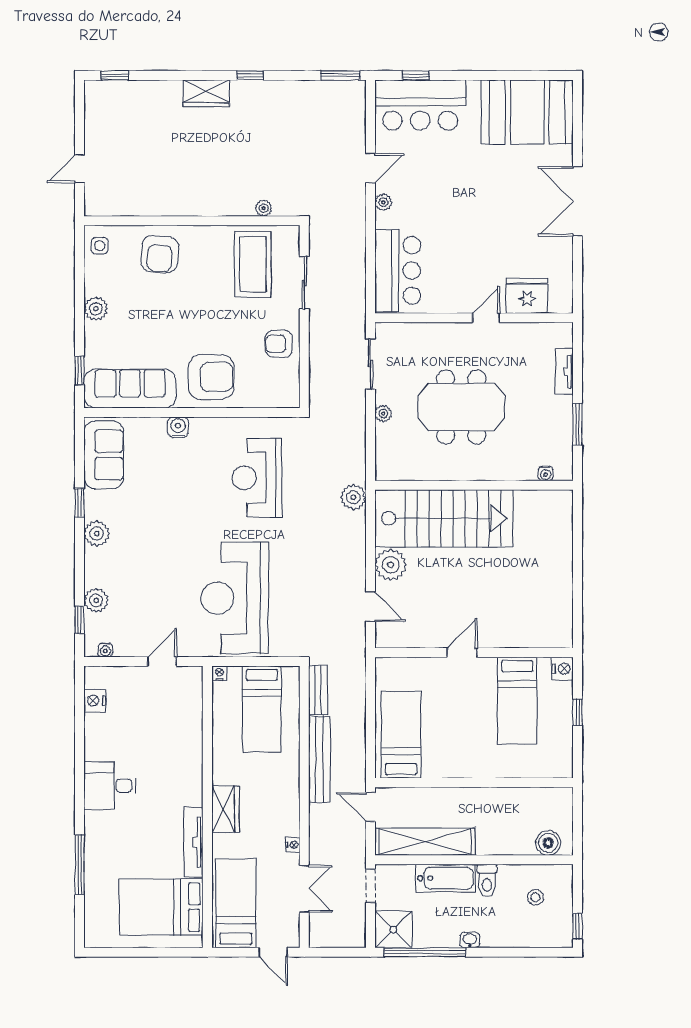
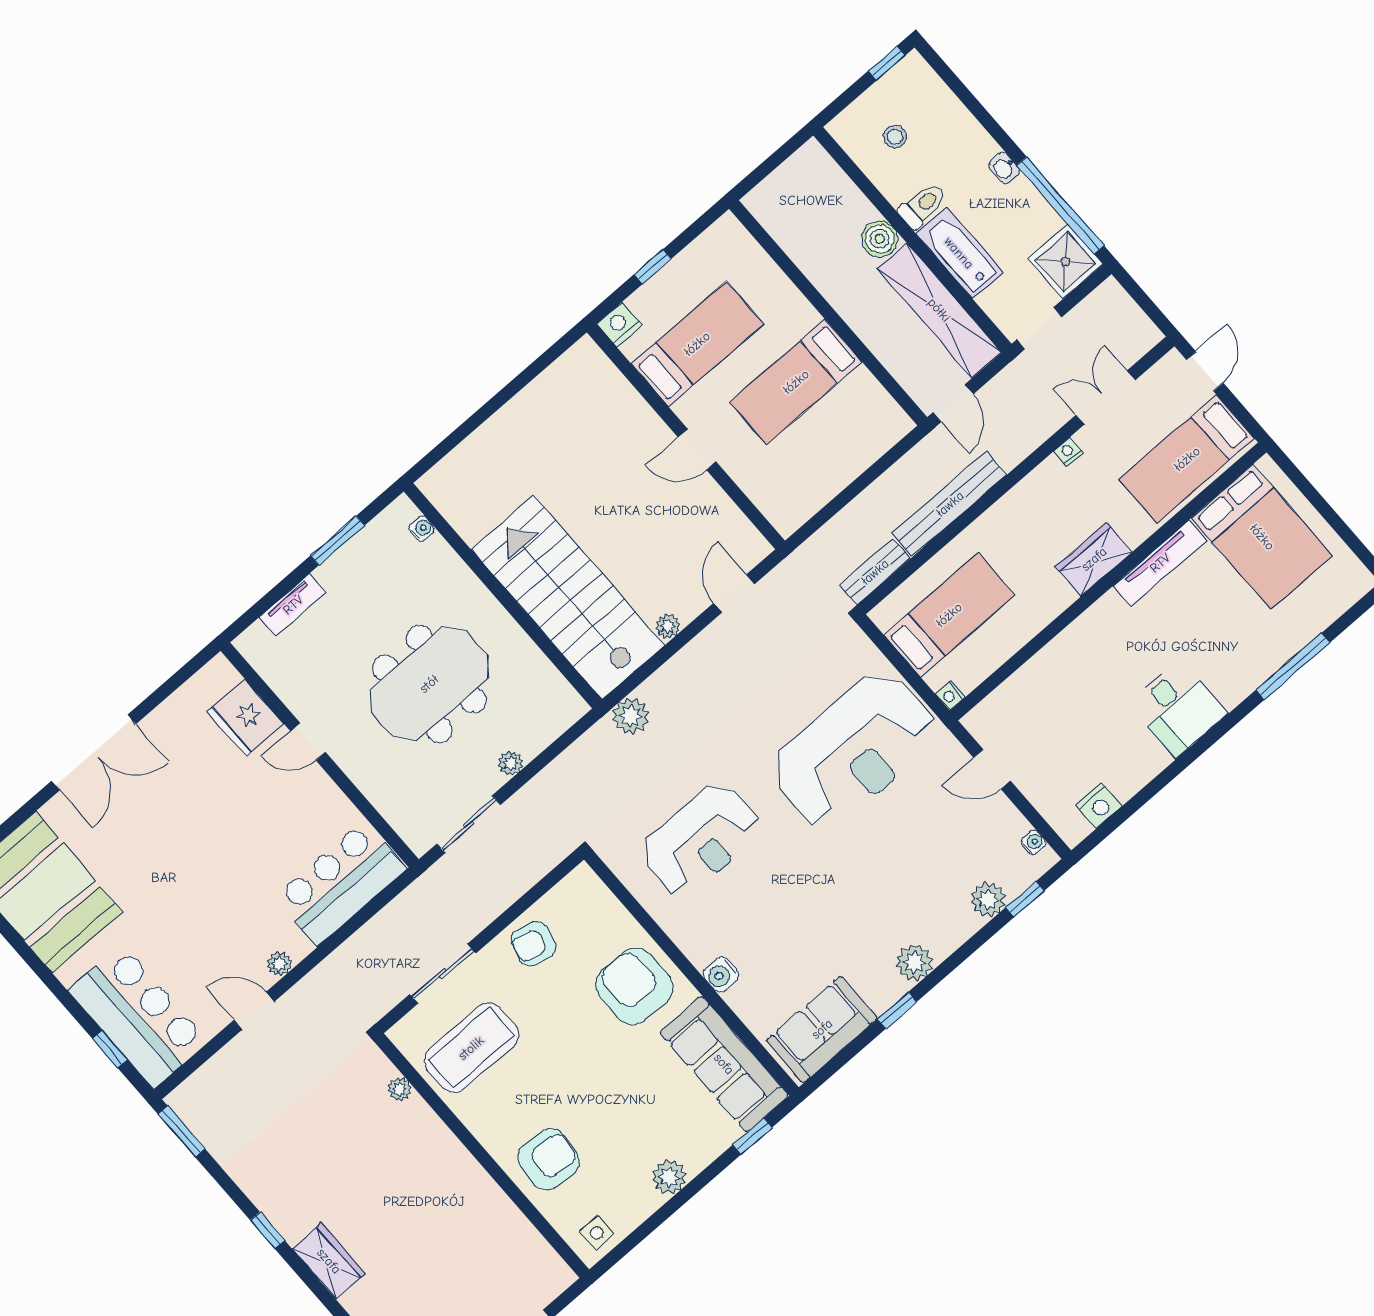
armchair: (279, 344) -> (533, 944), turned 104
meeting table: (461, 407) -> (429, 684), turned 90
plant: (391, 565) -> (668, 626), width x0.53, depth x0.53
bed: (401, 735) -> (796, 382), moved
boiler: (548, 843) -> (880, 239), moved

